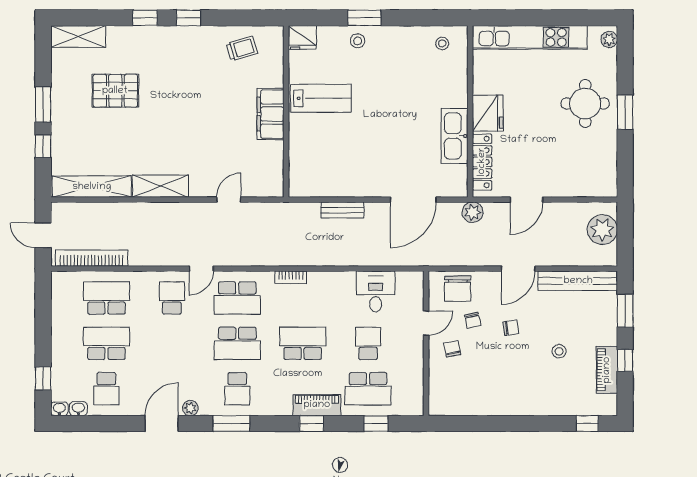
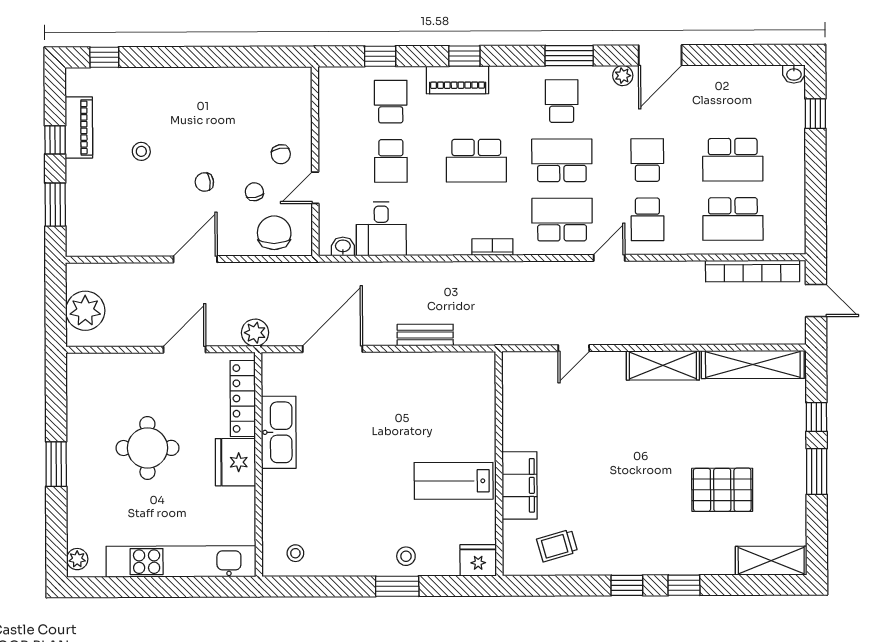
round table: (585, 103) -> (147, 448), moved
filing cabinet: (270, 114) -> (520, 485), moved
bench: (578, 281) -> (117, 244), removed
school desk: (106, 389) -> (647, 160), moved
school desk: (368, 389) -> (391, 102), width x0.54
washbasin: (78, 409) -> (343, 246), moved, turned 180

